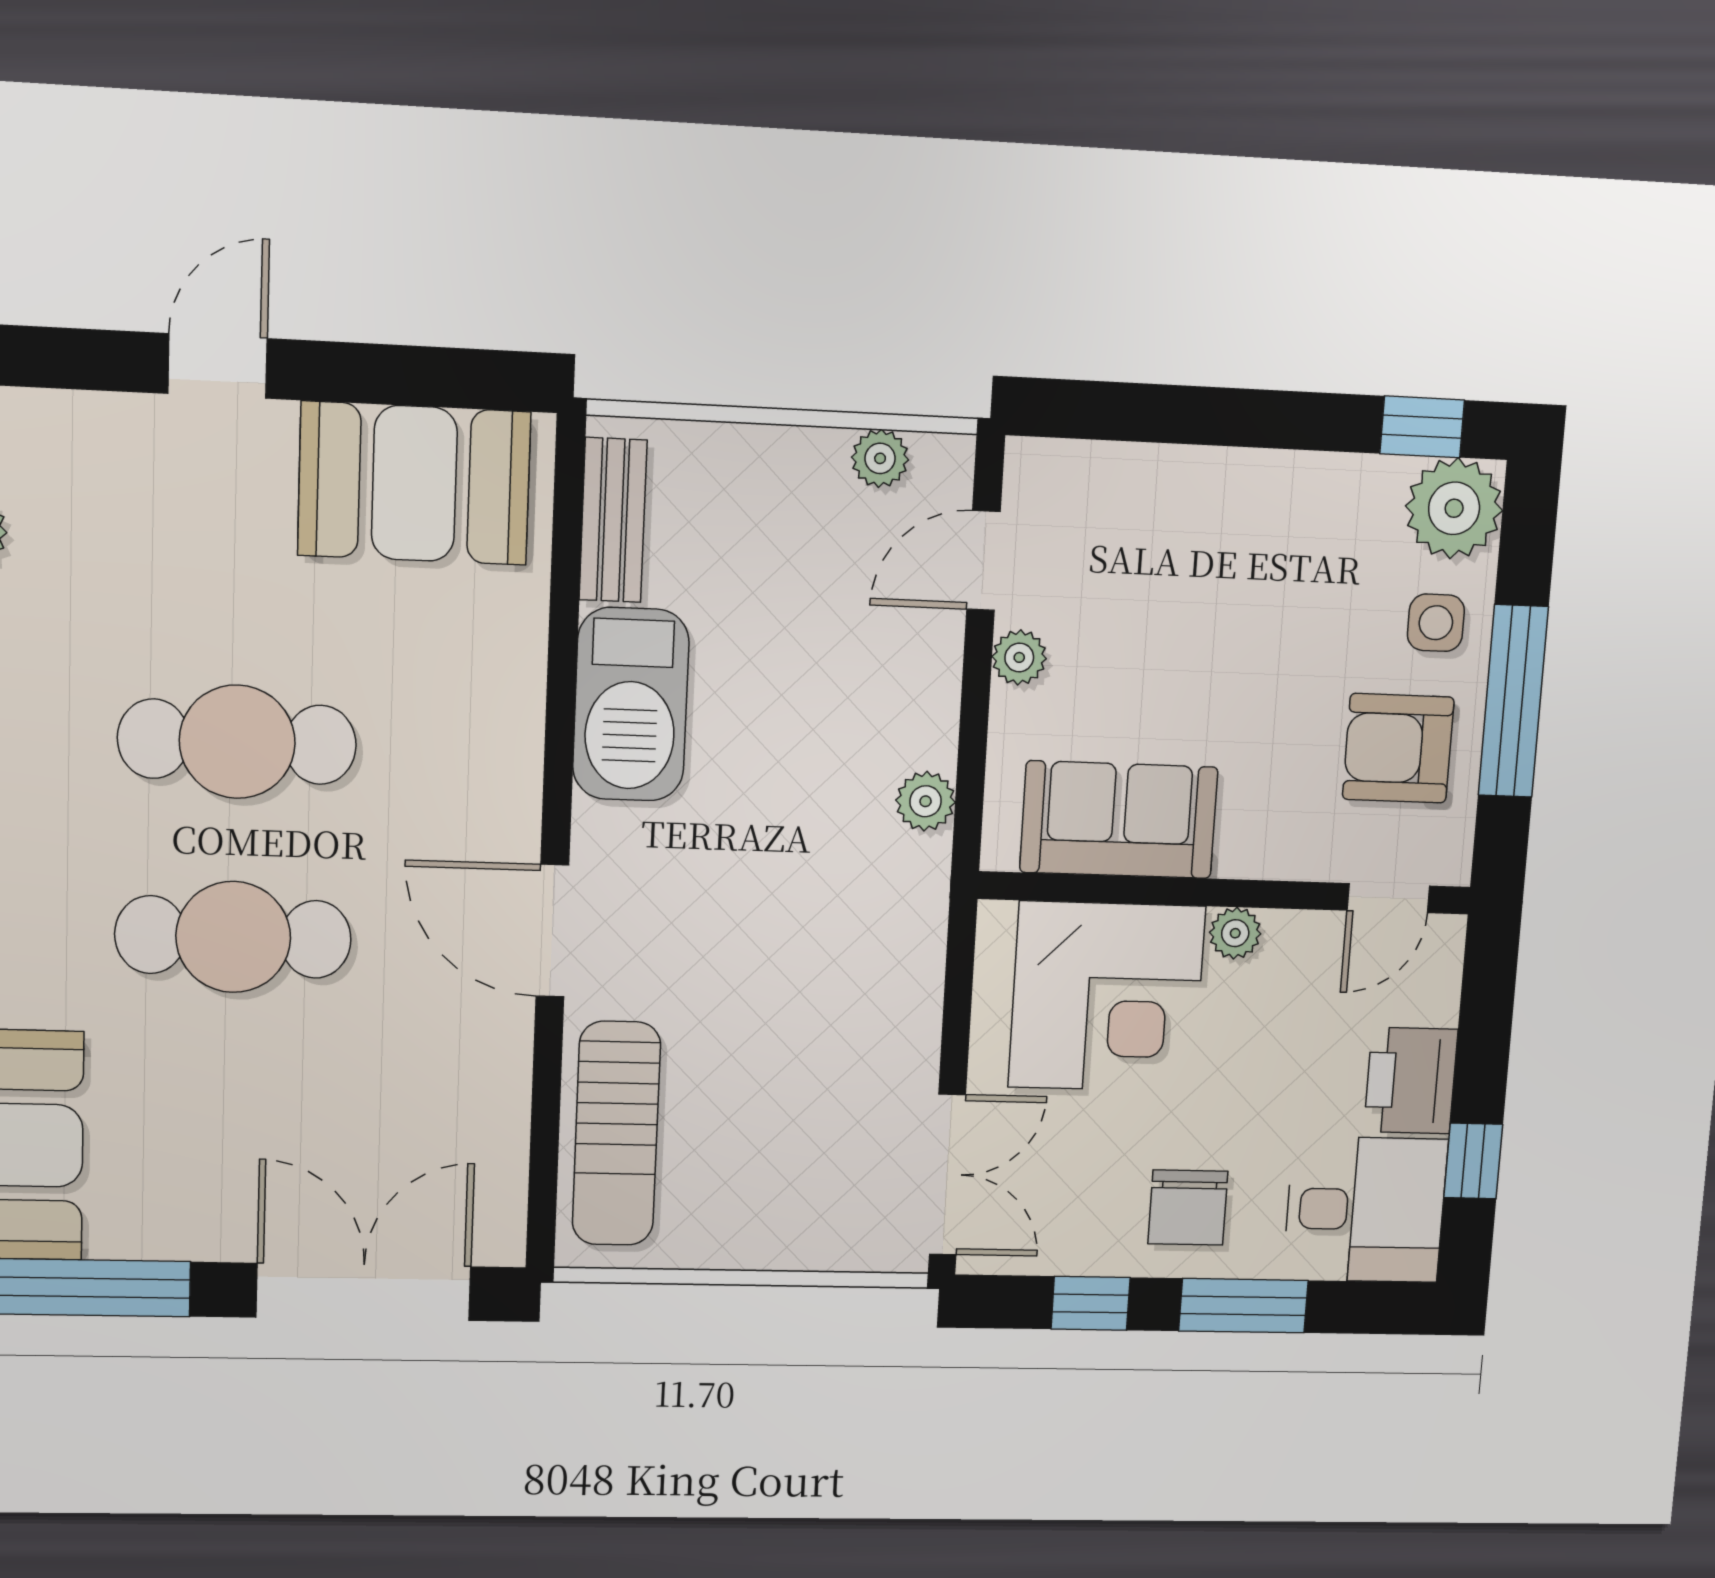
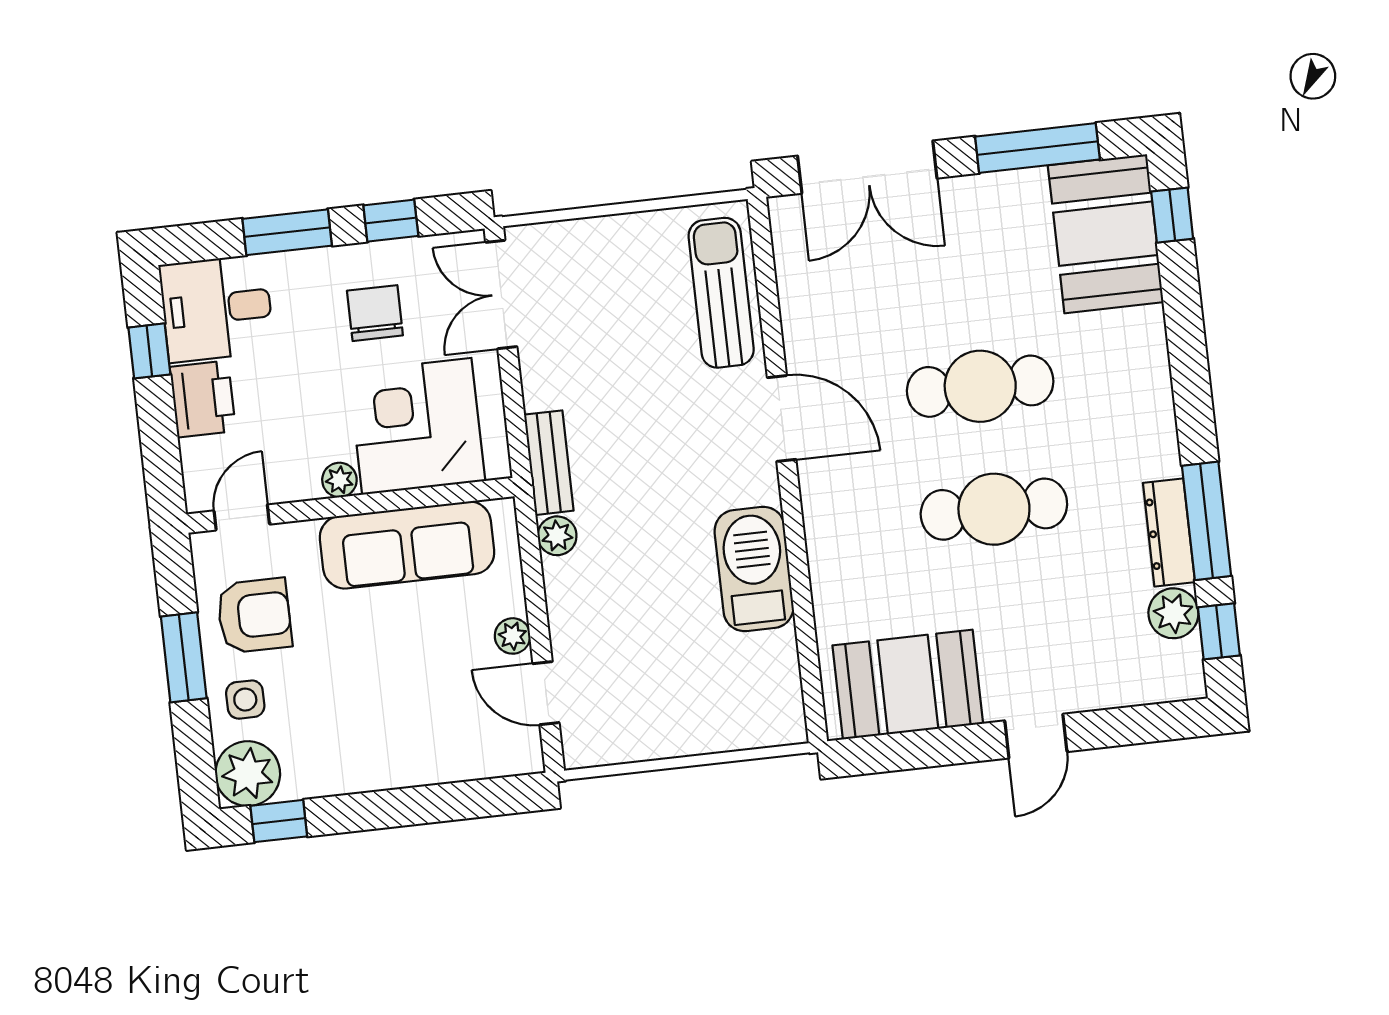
plant: (880, 458) -> (622, 746), removed
bench: (613, 520) -> (549, 463), moved
door: (983, 560) -> (546, 693), swing flipped
window: (1513, 701) -> (184, 657), width x0.69
sofa: (1119, 820) -> (407, 545), width x1.36
chair: (1188, 1207) -> (375, 313), moved

